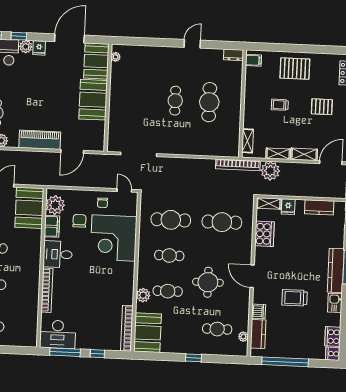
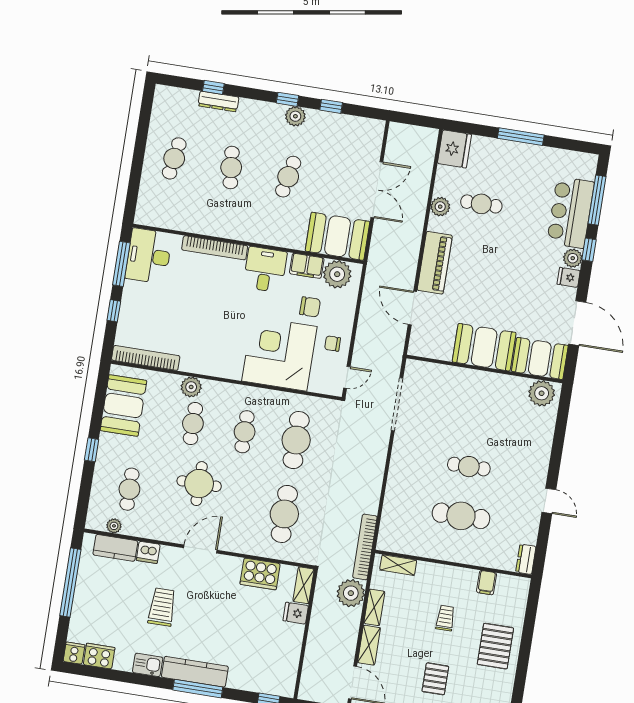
plant: (116, 57) -> (542, 393), width x1.88, depth x1.88
filing cabinet: (253, 60) -> (487, 583), moved
kitchen counter: (319, 207) -> (289, 658), removed
booth: (147, 333) -> (123, 405), moved, turned 90

